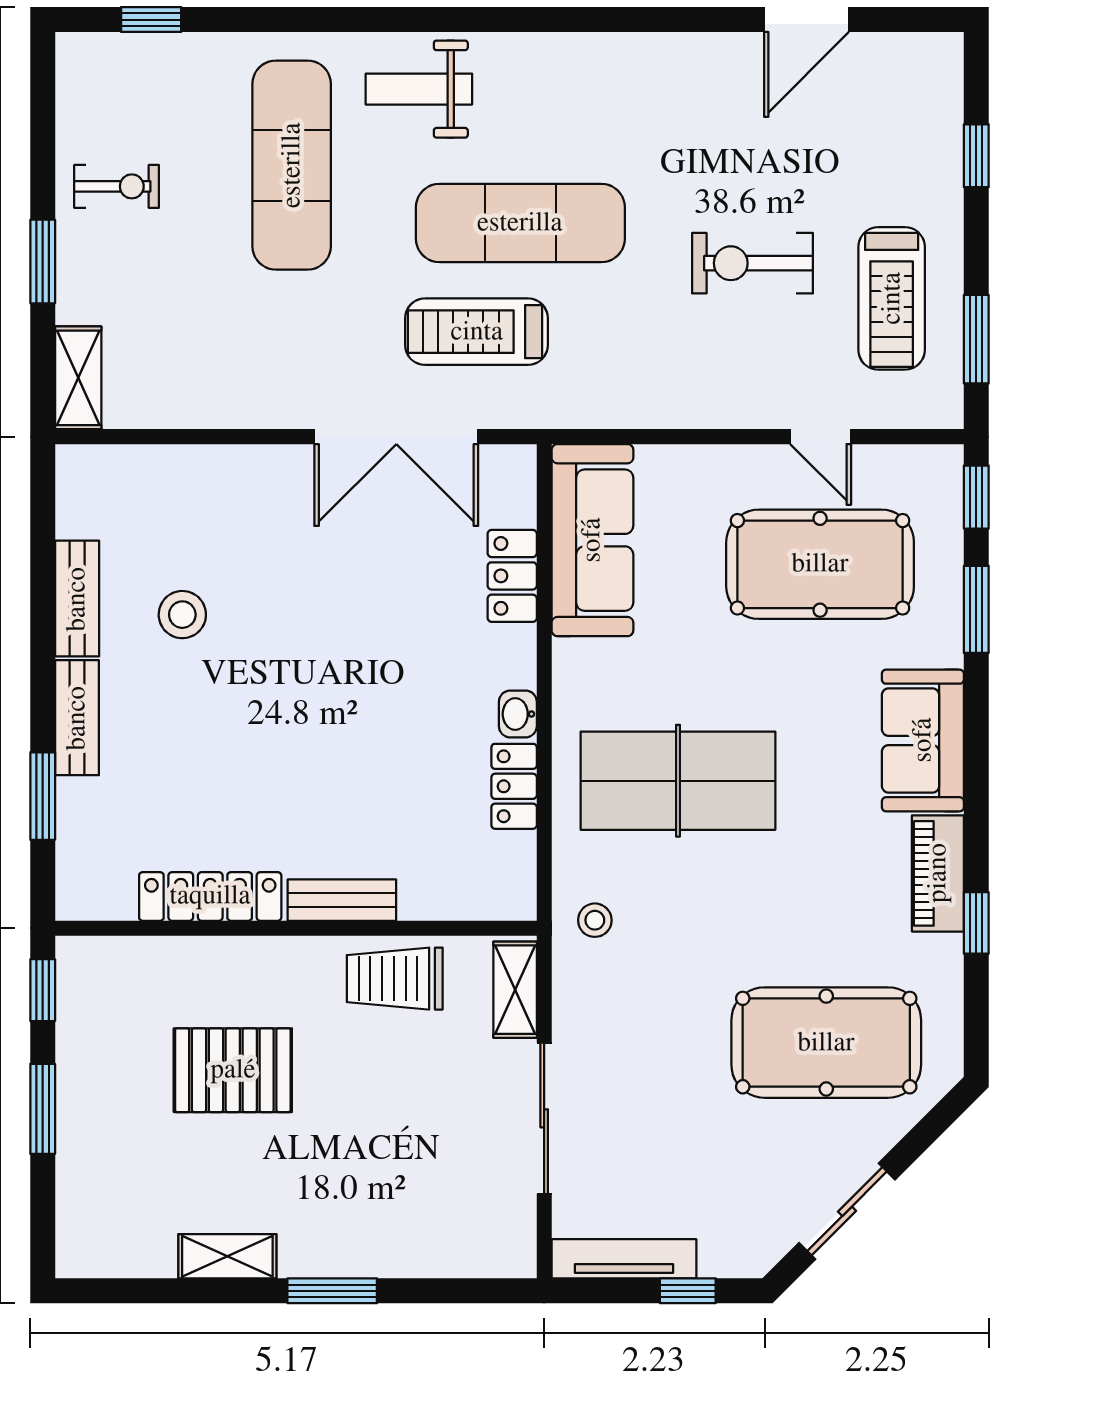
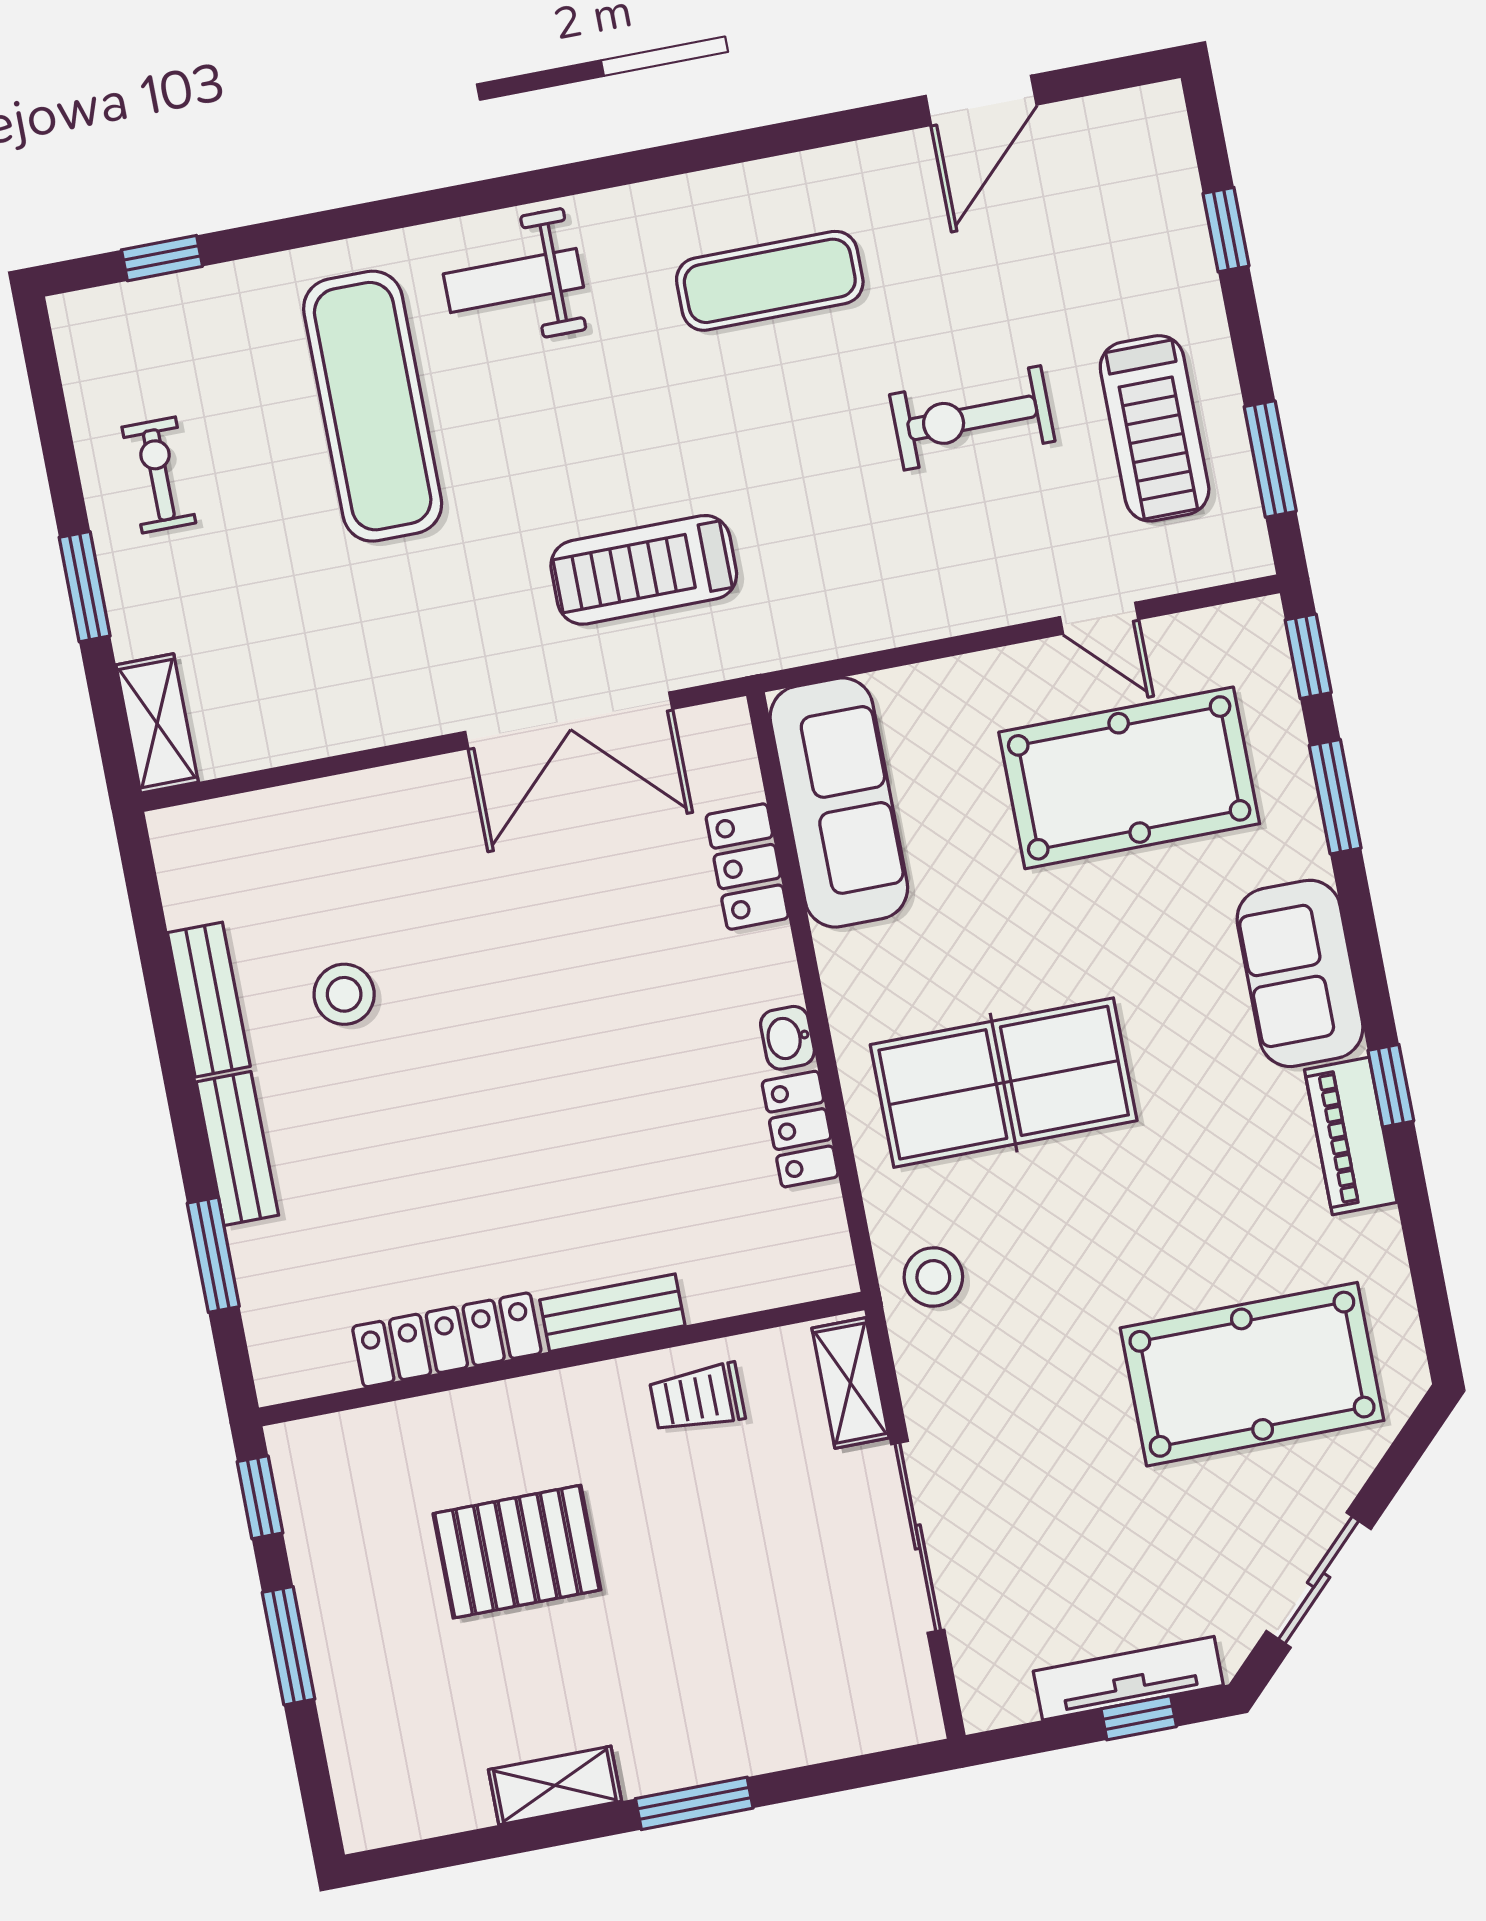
exercise bike: (117, 186) -> (159, 475), turned -90
exercise mat: (520, 223) -> (770, 281), moved, width x0.73, depth x0.69
stool: (595, 920) -> (933, 1277), width x1.37, depth x1.37
window: (976, 923) -> (1391, 1086), moved
trolley: (395, 979) -> (697, 1398), width x0.73, depth x0.72
tv unit: (624, 1259) -> (1128, 1678), moved

